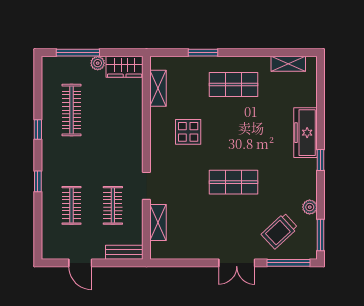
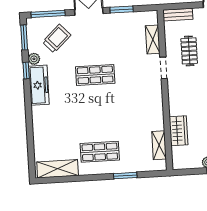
shelving: (288, 64) -> (58, 169), width x1.50, depth x1.33
wardrobe: (125, 67) -> (179, 131), moved, turned 90
display table: (188, 132) -> (133, 112), removed
freezer: (306, 133) -> (39, 85), moved
window: (321, 160) -> (26, 71), moved
window: (195, 263) -> (122, 10), added

